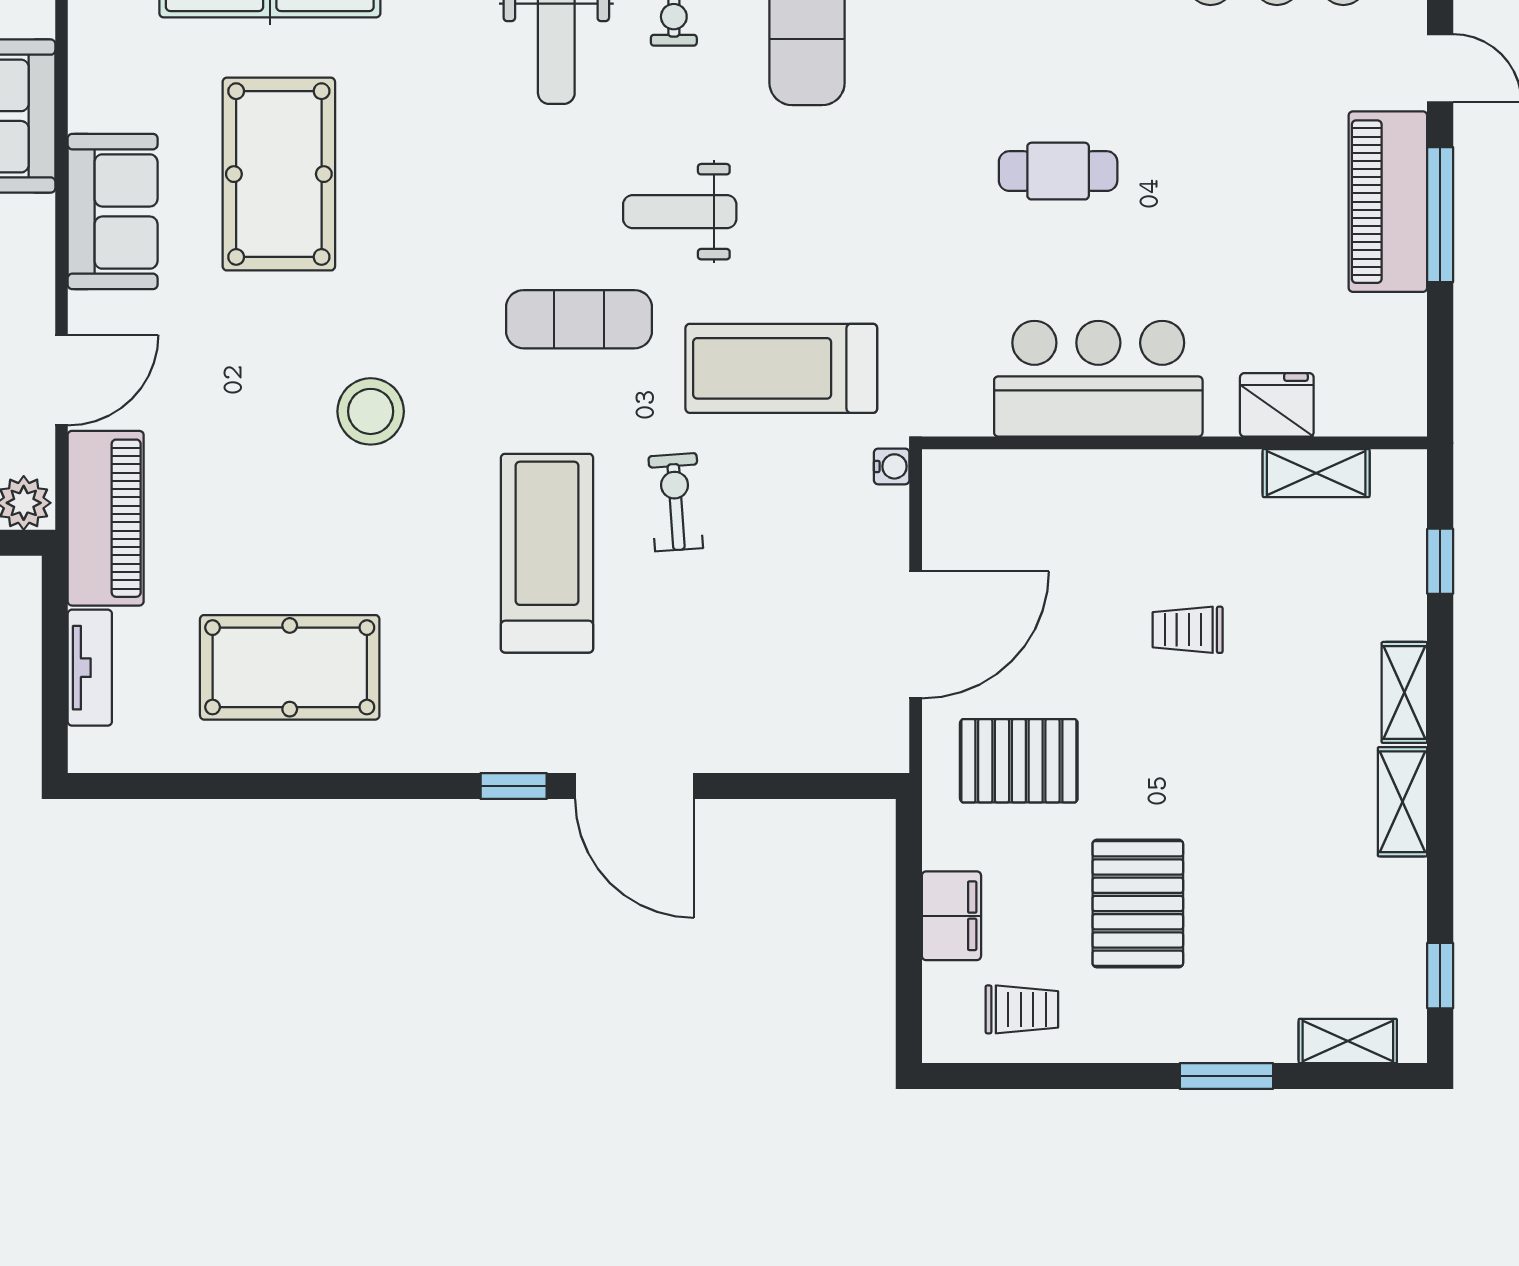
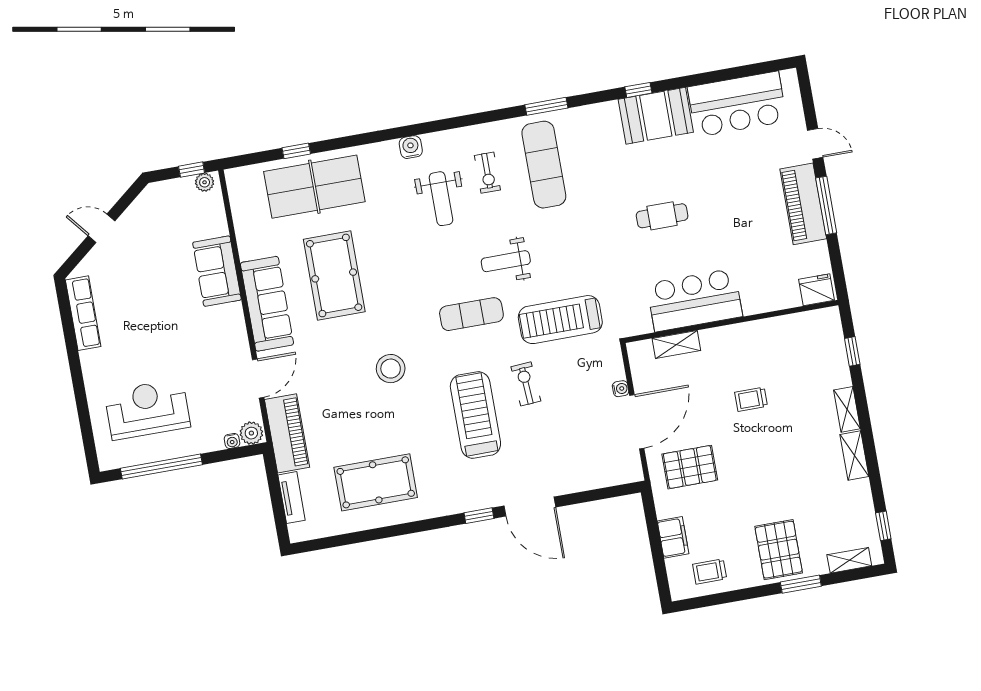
sofa: (113, 211) -> (267, 304), width x1.36
fridge: (1277, 405) -> (817, 290), moved
water cooler: (892, 466) -> (621, 389), moved
shelving: (1316, 473) -> (676, 344), moved
pallet: (1138, 904) -> (779, 550), moved
trolley: (1022, 1009) -> (710, 572), turned 180

